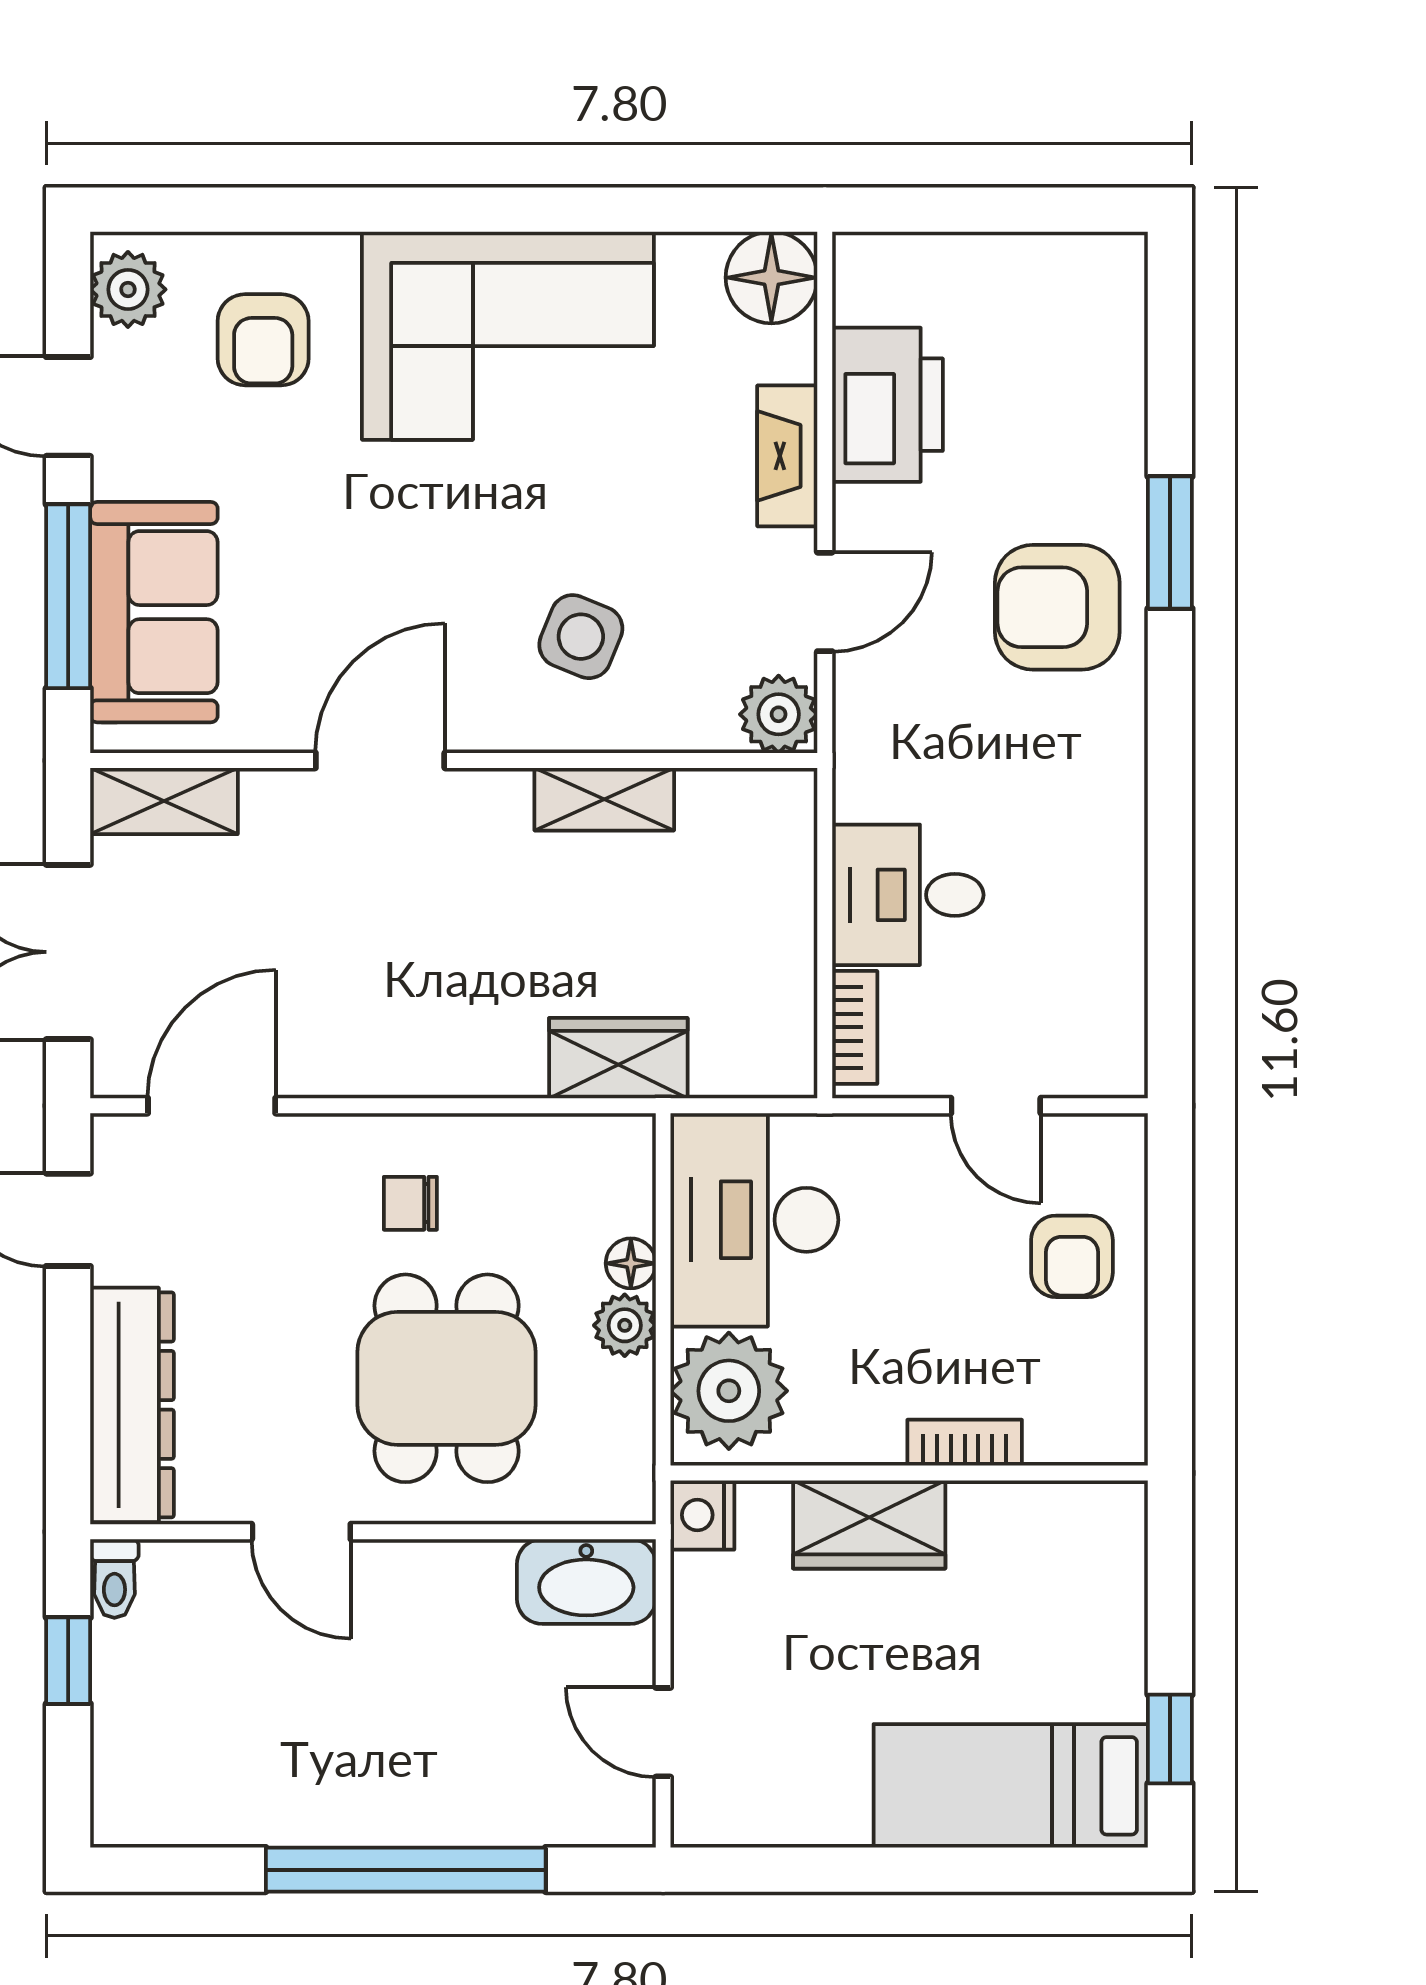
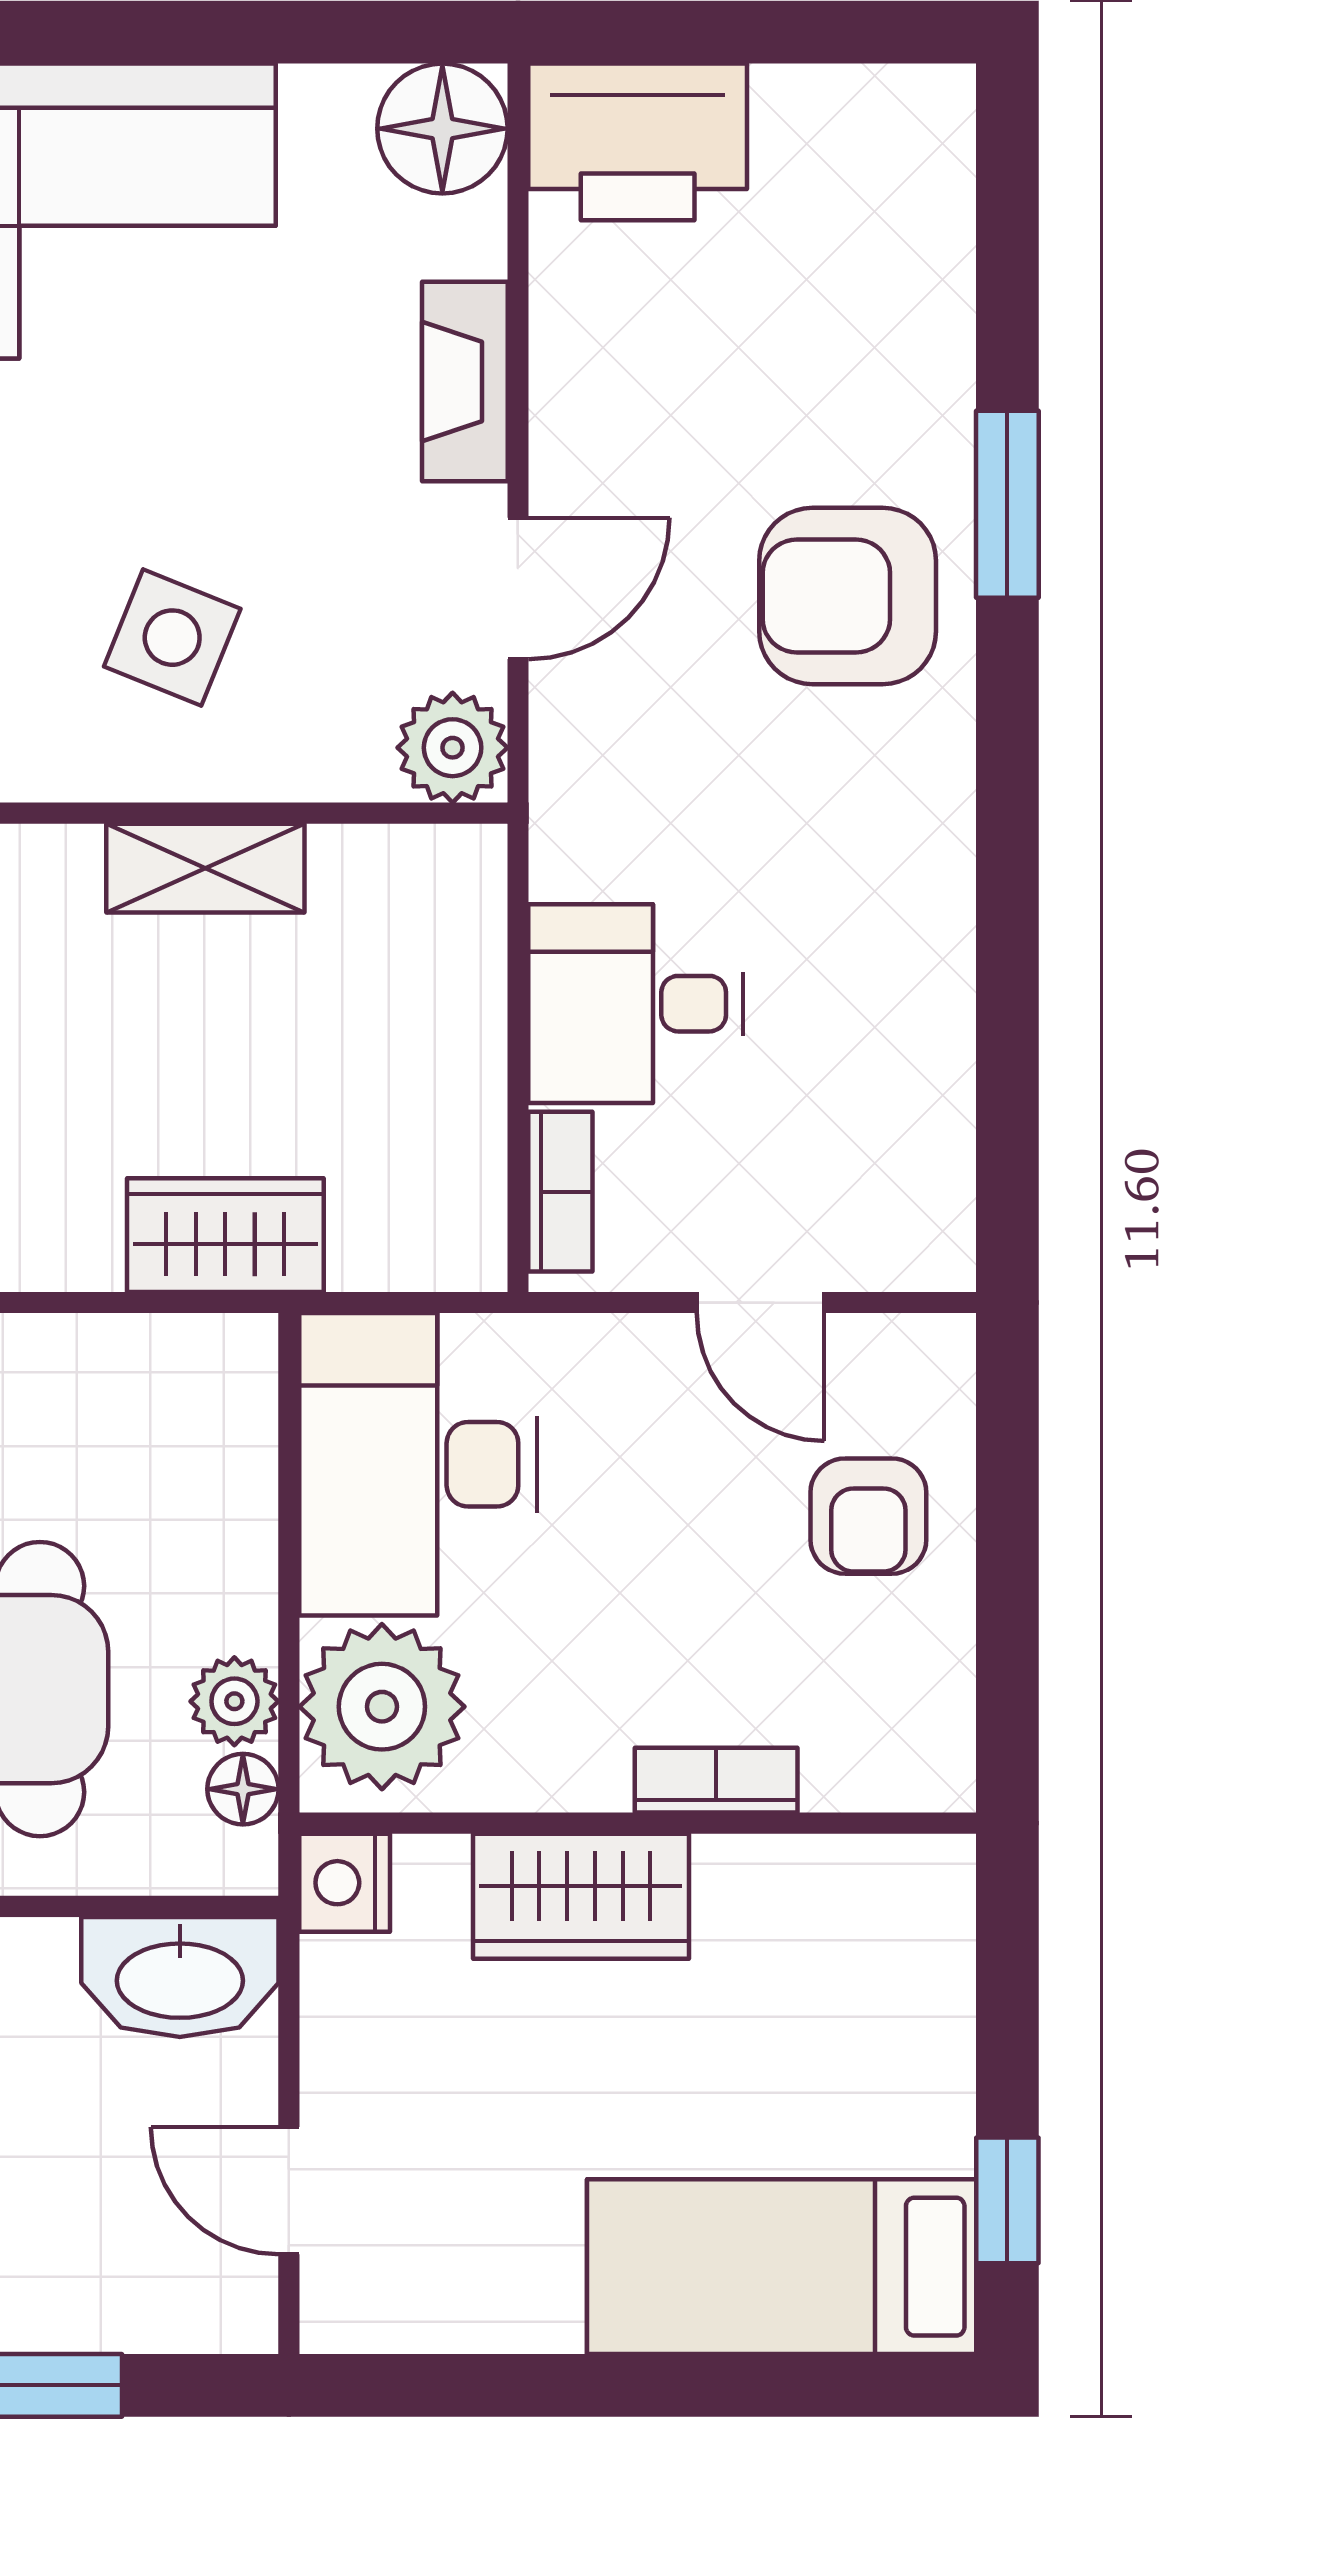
printer: (887, 405) -> (638, 142), moved, turned 90
floor lamp: (631, 1263) -> (243, 1789), moved
plant: (625, 1325) -> (234, 1701), moved

